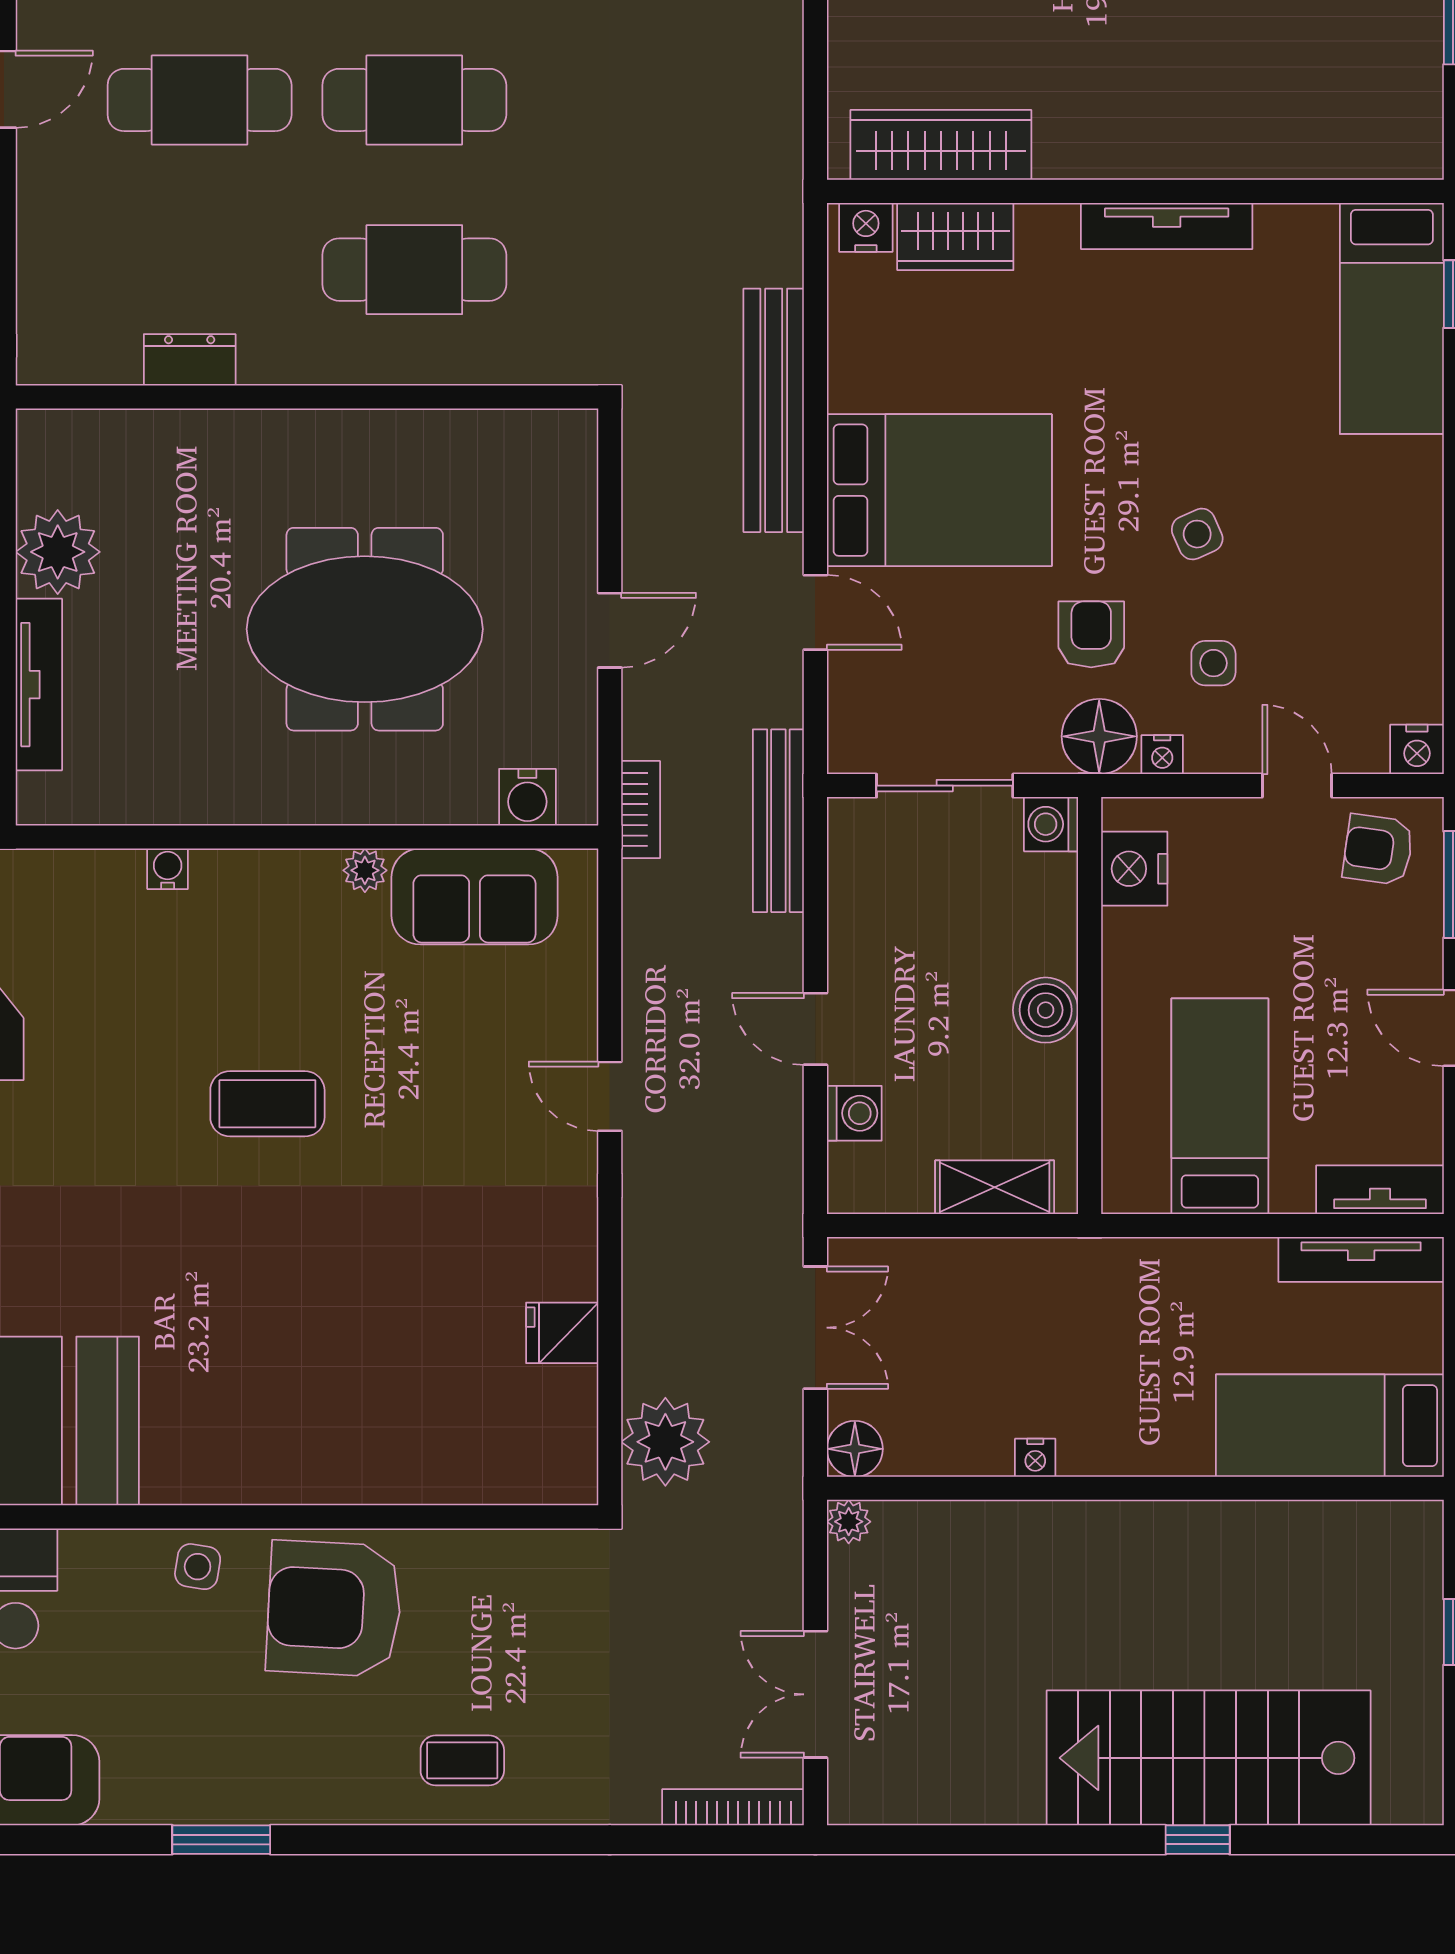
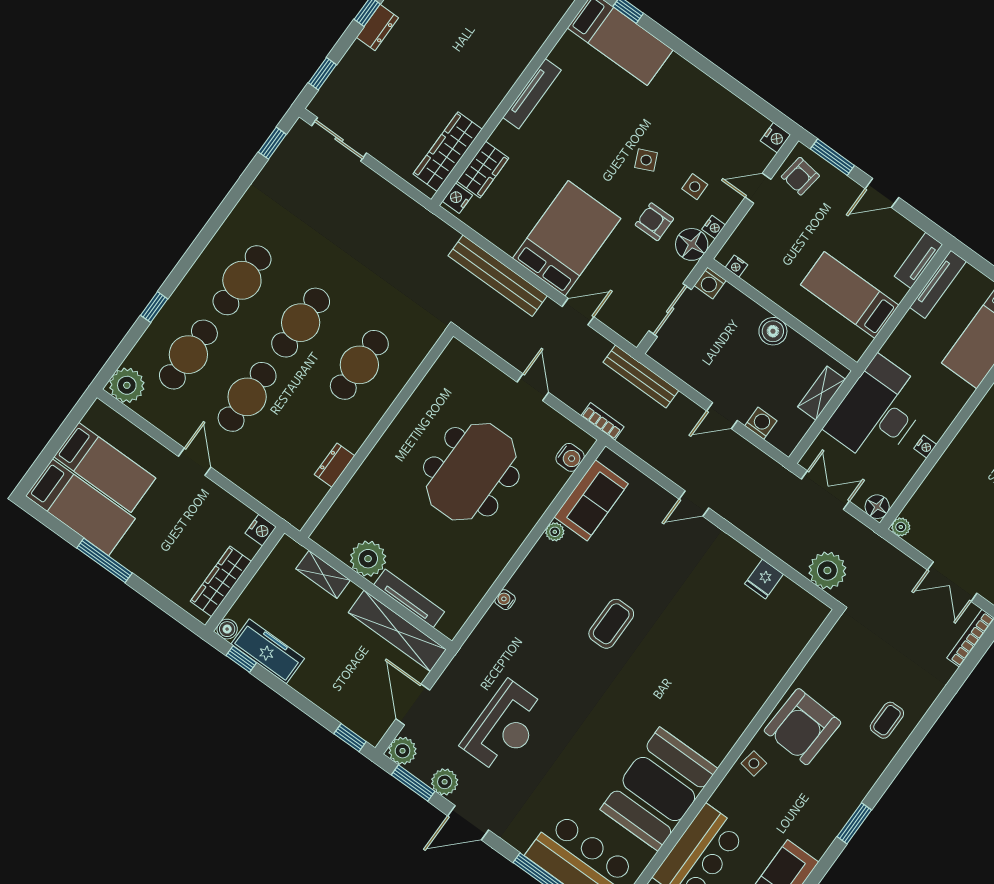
nightstand: (1134, 869) -> (736, 266), width x0.53, depth x0.56
desk: (1038, 1320) -> (878, 411), added

